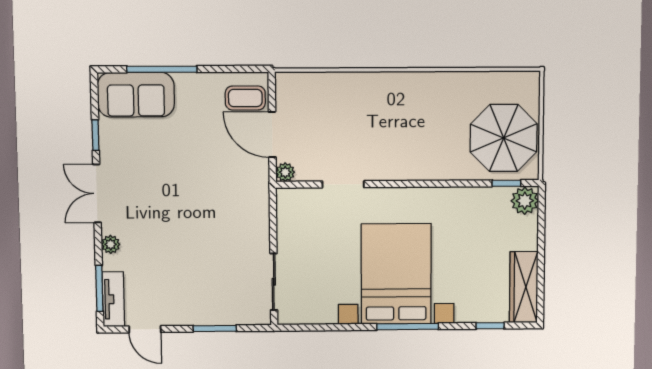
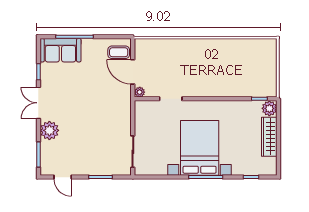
parasol: (504, 138) -> (258, 74), removed
plant: (111, 244) -> (49, 130), width x1.88, depth x1.88
wardrobe: (524, 287) -> (269, 137), moved
tv unit: (113, 299) -> (46, 160), removed

